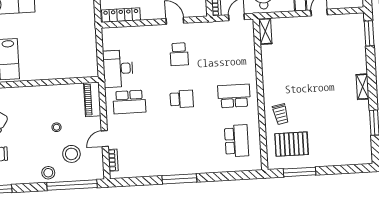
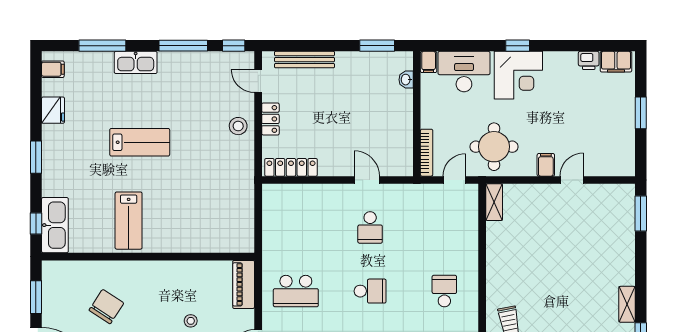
desk: (118, 69) -> (282, 243), removed
shelving: (362, 87) -> (627, 304), moved
school desk: (234, 96) -> (444, 291), width x0.54

